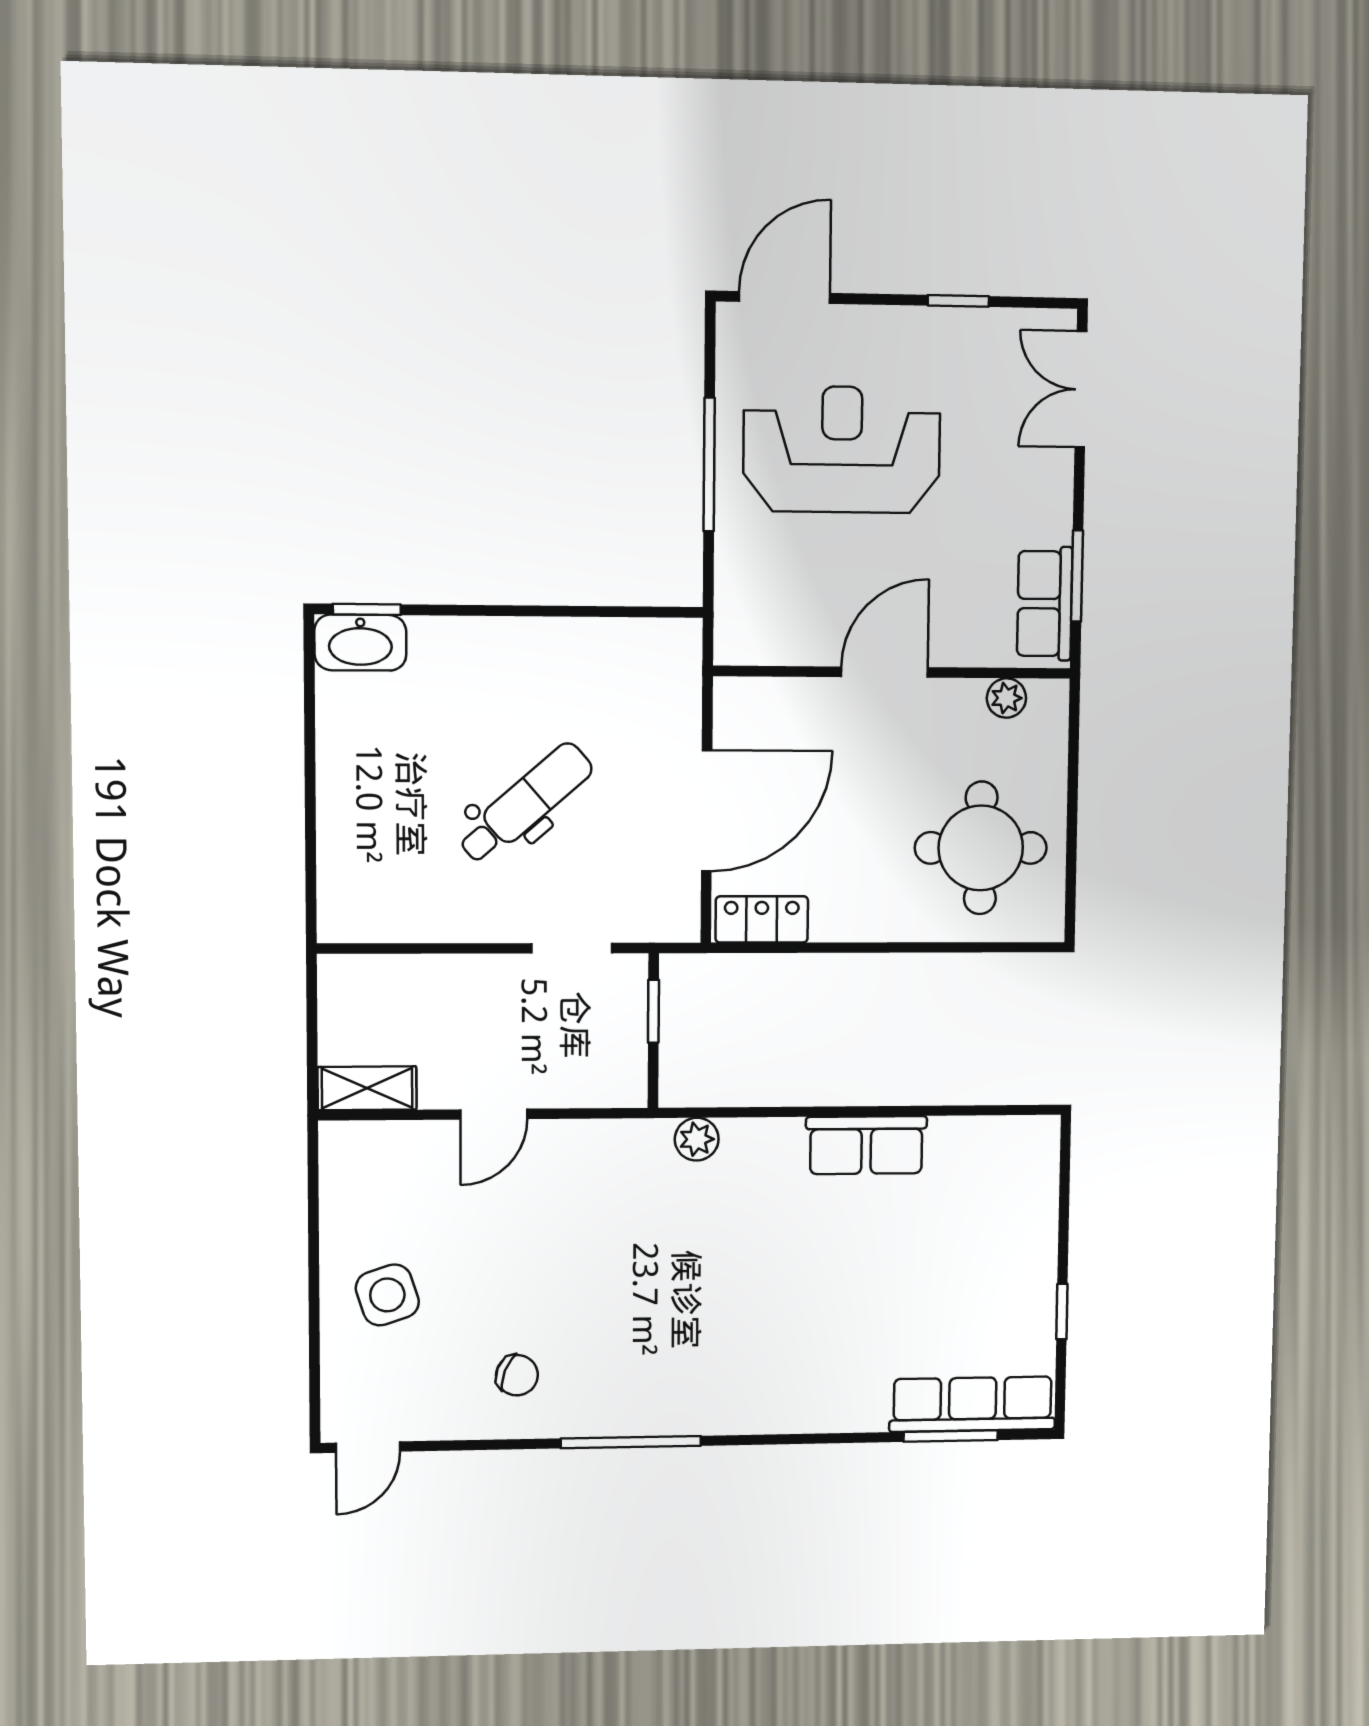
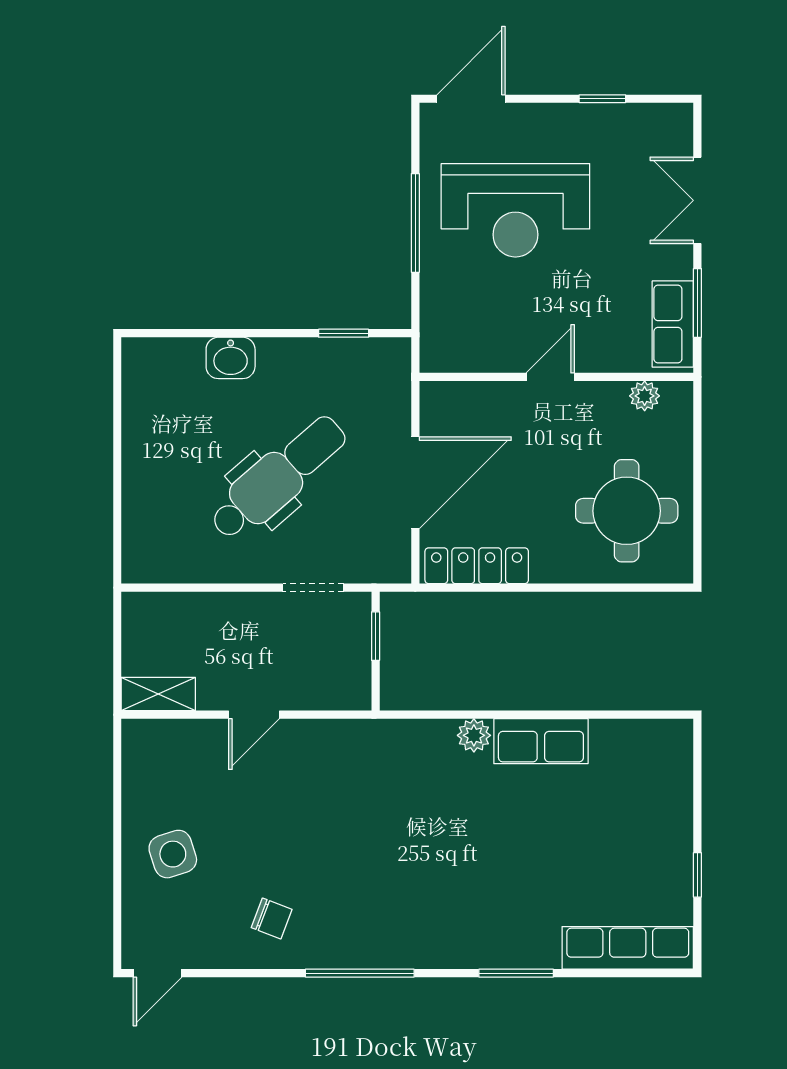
double door: (1081, 389) -> (697, 200), moved
reception desk: (842, 449) -> (515, 210), turned 180
window: (367, 609) -> (344, 333), moved
washbasin: (360, 643) -> (231, 358), moved, width x0.72
door: (885, 672) -> (550, 377), width x0.73
dental chair: (525, 804) -> (278, 478), width x1.36, depth x1.38
locker: (762, 919) -> (477, 566), width x1.53
plant: (697, 1139) -> (474, 735), moved
window: (951, 1436) -> (516, 973), moved

